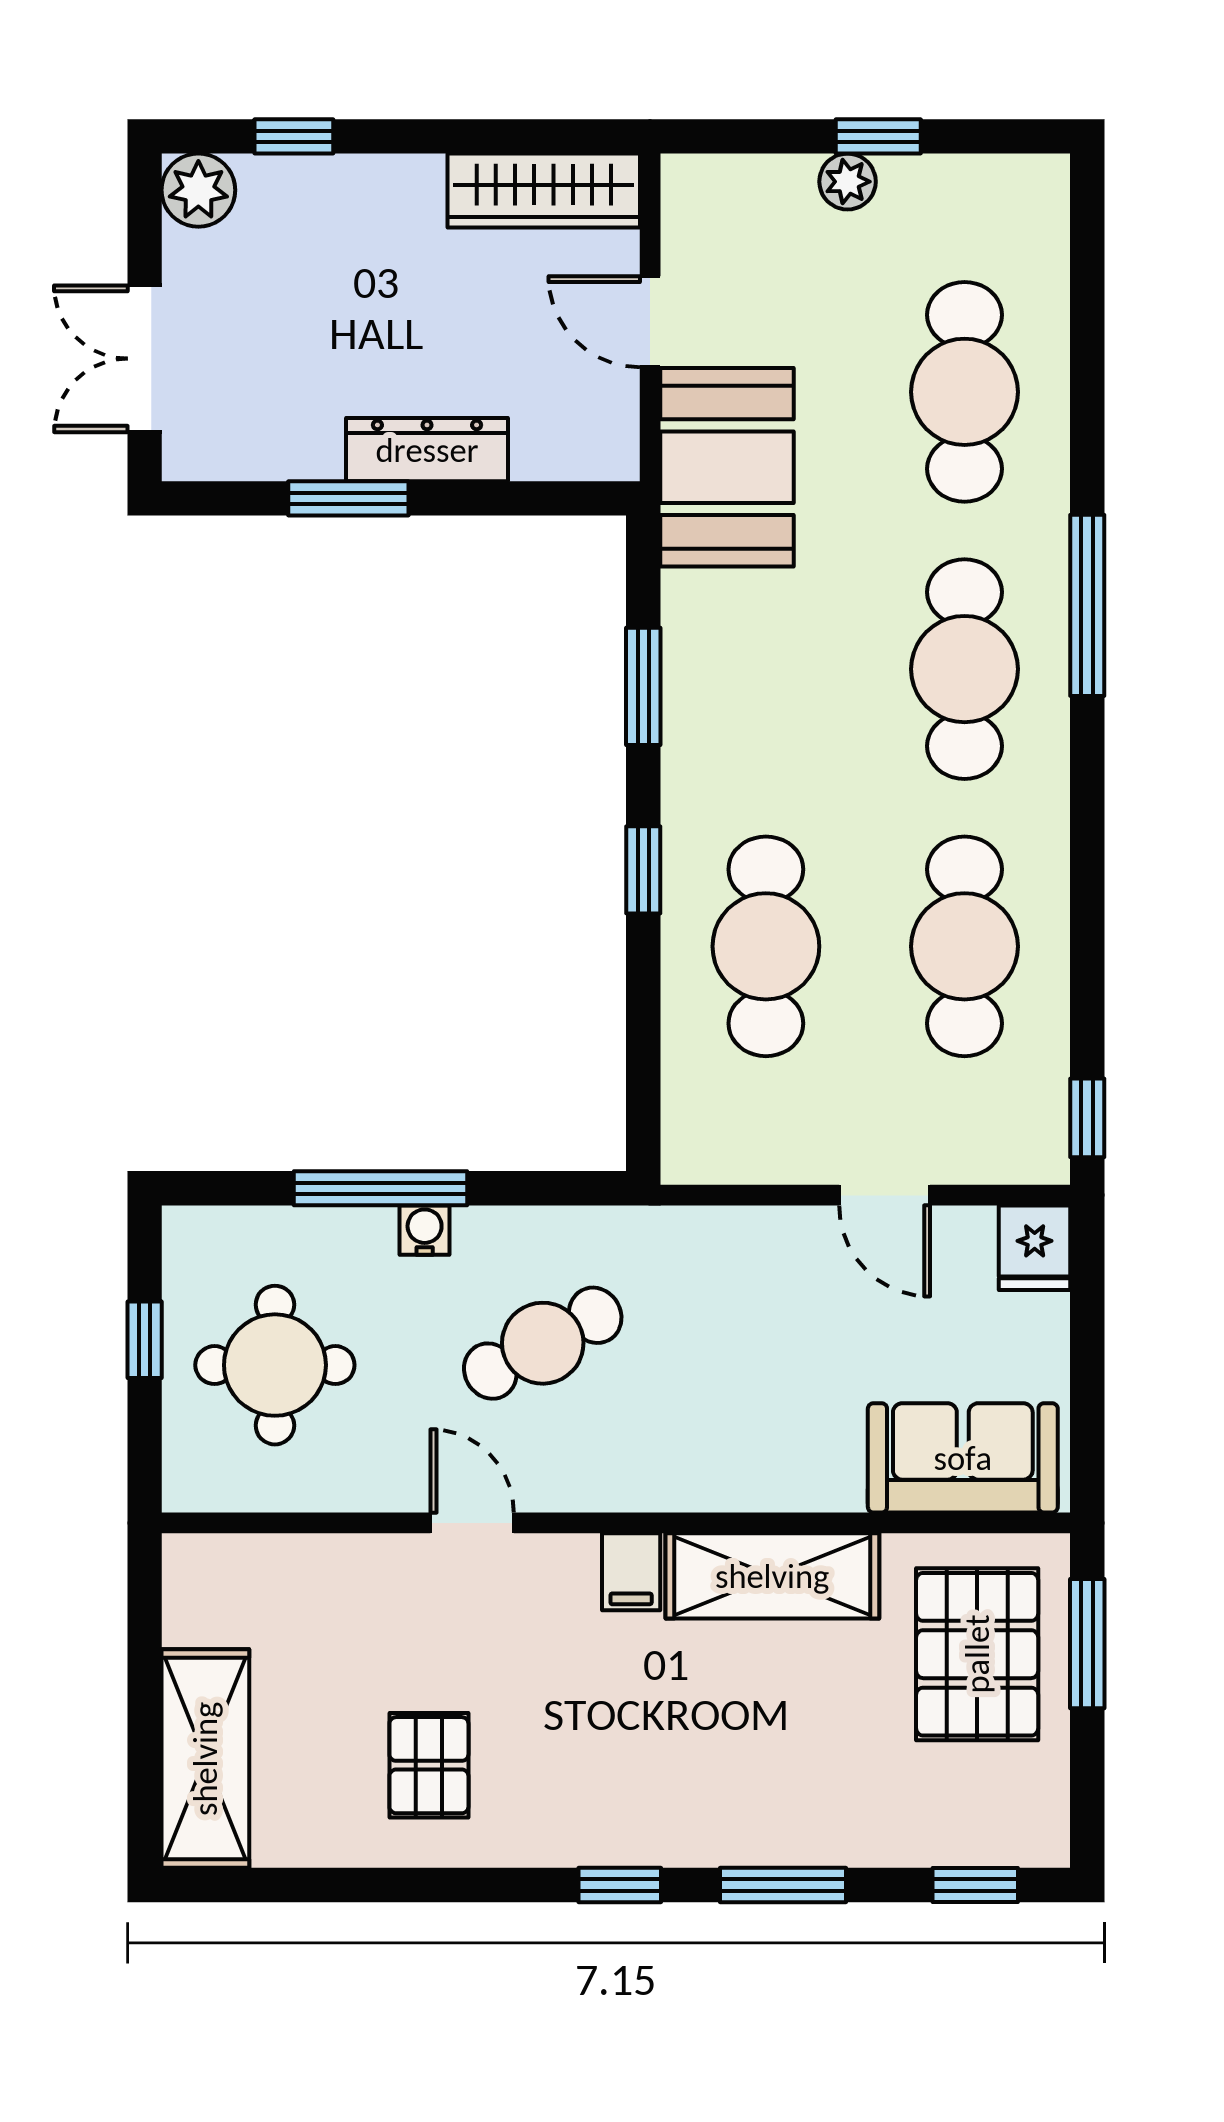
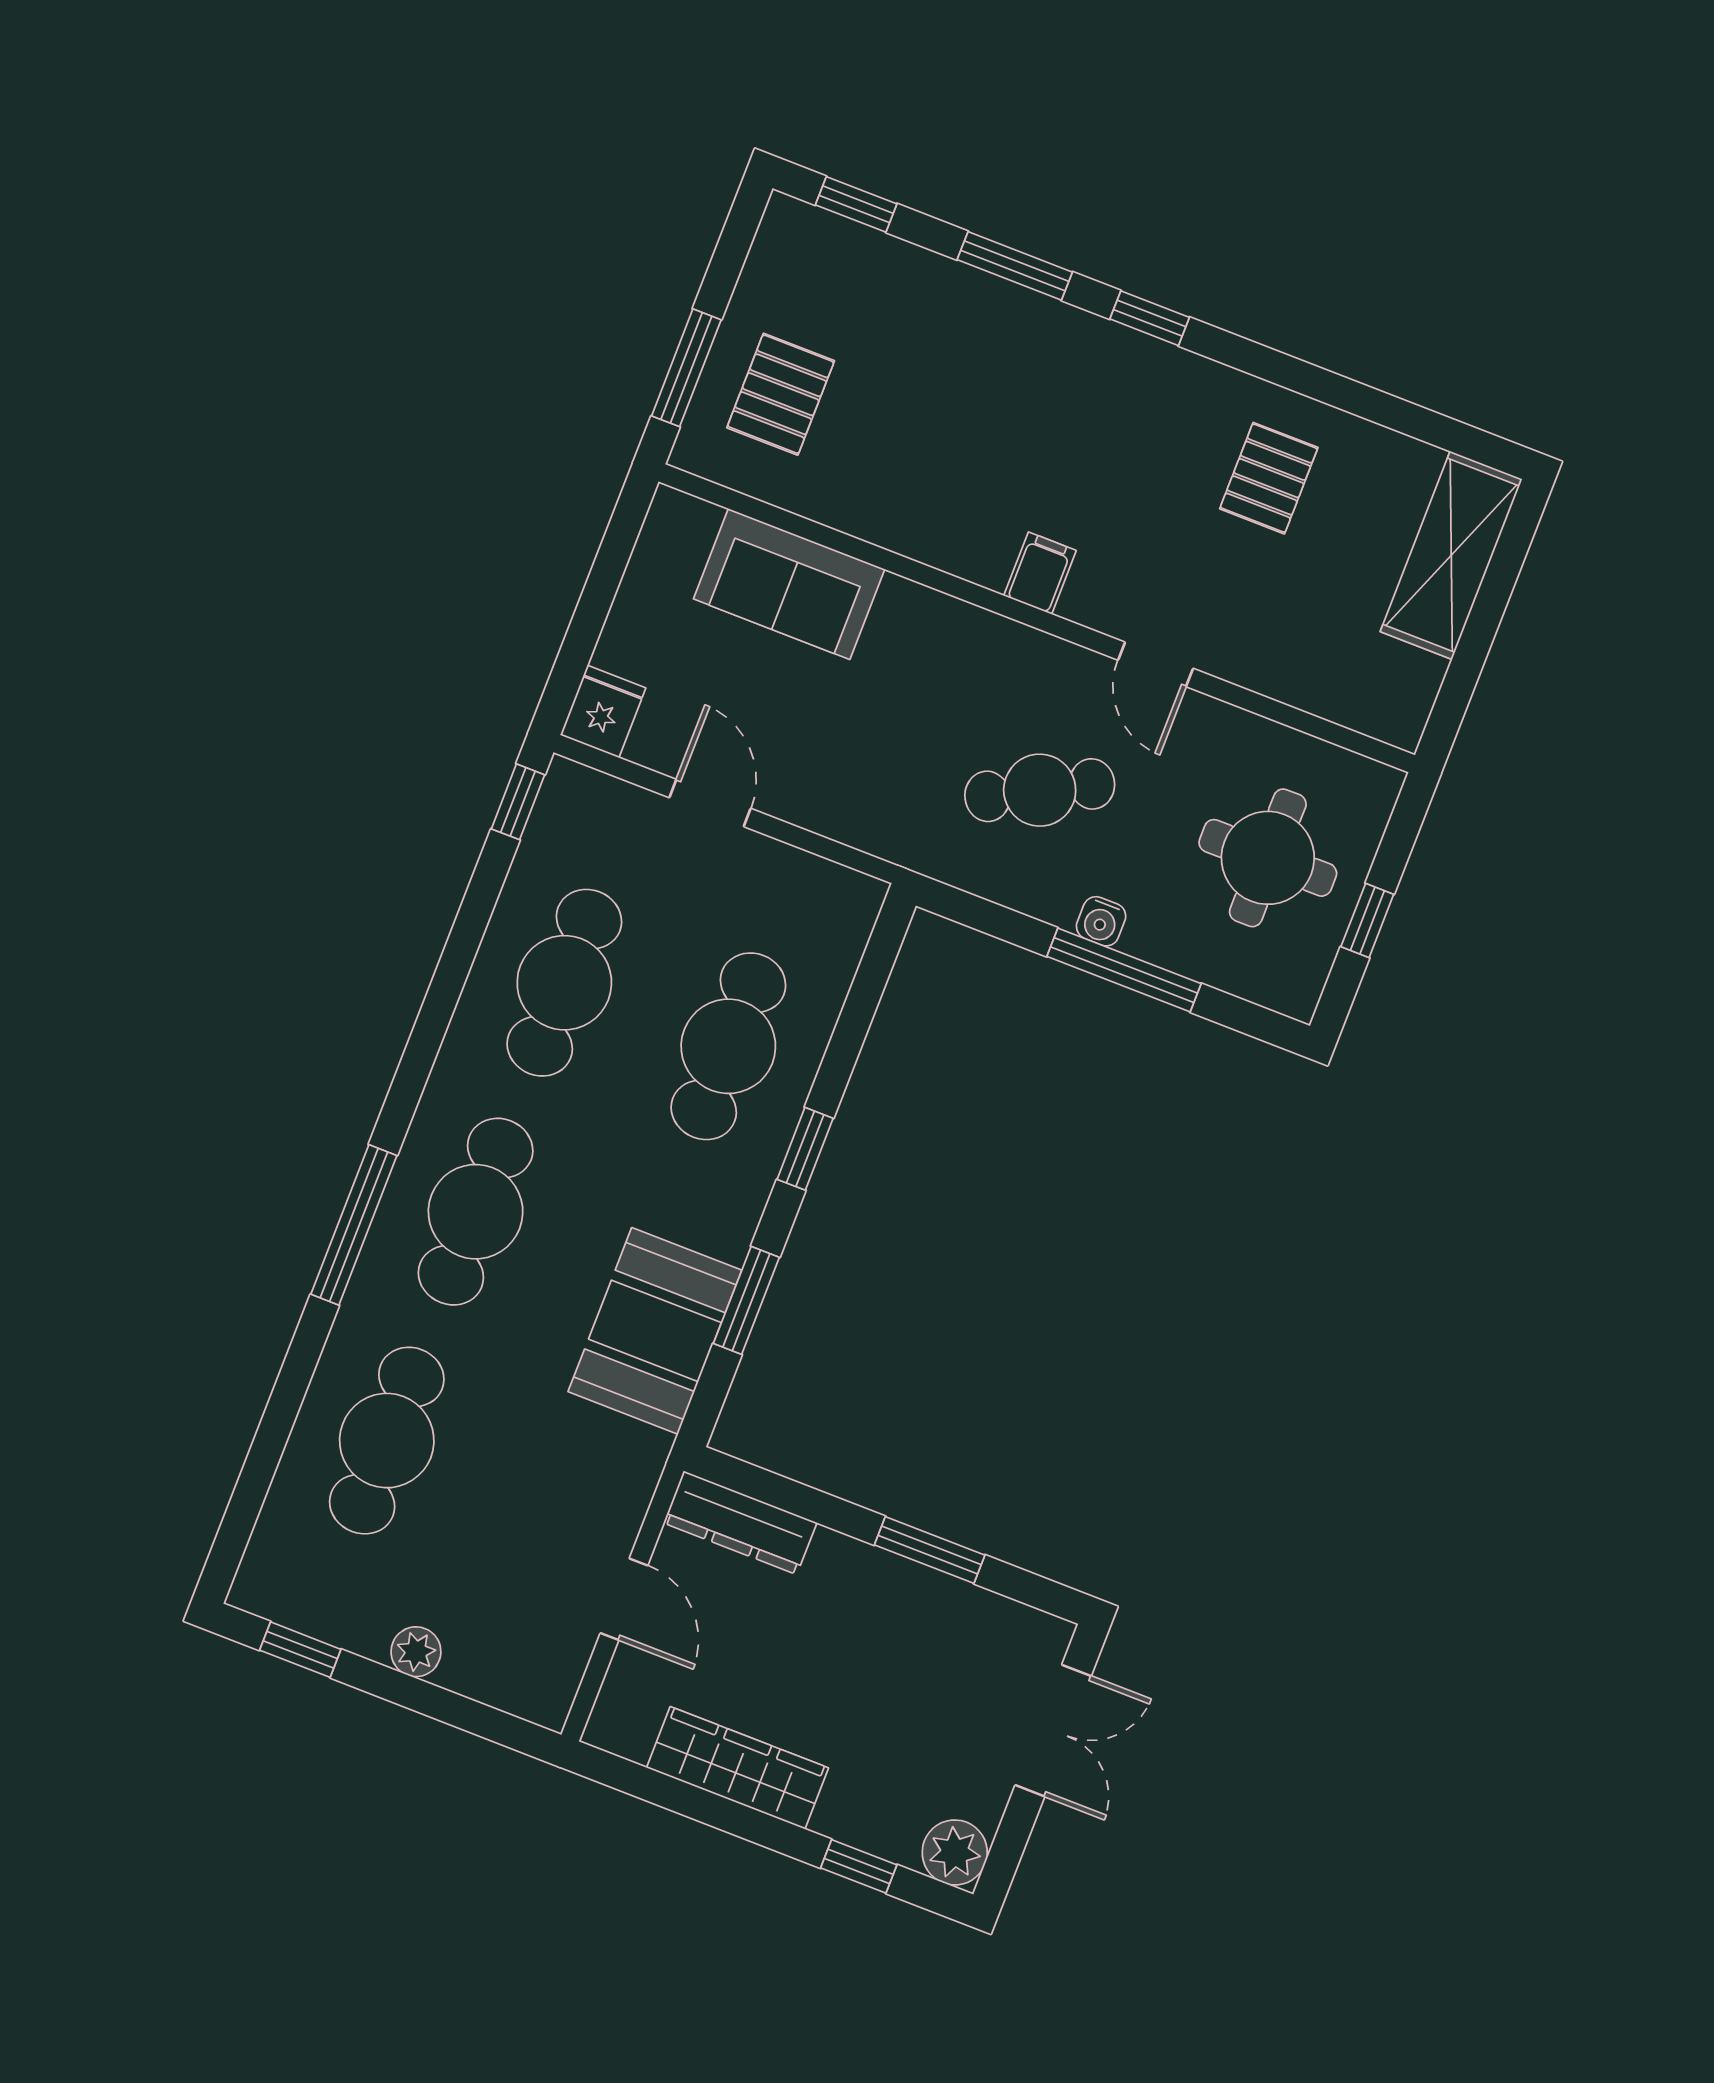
window: (878, 136) -> (300, 1650), moved
wardrobe: (544, 191) -> (738, 1768), moved
dresser: (427, 450) -> (740, 1523), moved
booth: (727, 467) -> (655, 1331), moved
sofa: (963, 1458) -> (789, 584), moved
shelving: (772, 1576) -> (925, 525), removed
pallet: (977, 1654) -> (781, 394), width x0.67, depth x0.71

